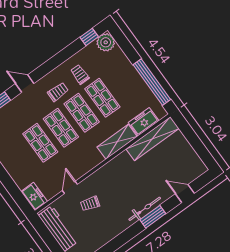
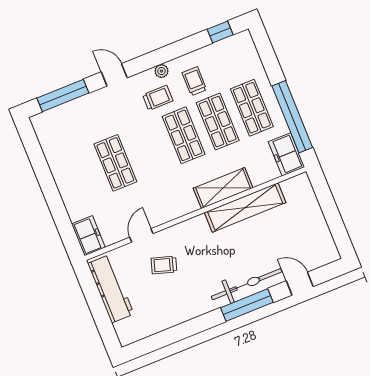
plant: (106, 42) -> (161, 71), moved, width x0.53, depth x0.53
freezer: (144, 122) -> (286, 154), moved, turned -90
shop shelf: (61, 128) -> (252, 108), moved
shelving: (152, 139) -> (245, 208), moved
bicycle: (145, 209) -> (246, 284), width x1.37, depth x1.40
window: (153, 217) -> (247, 305), width x1.44

